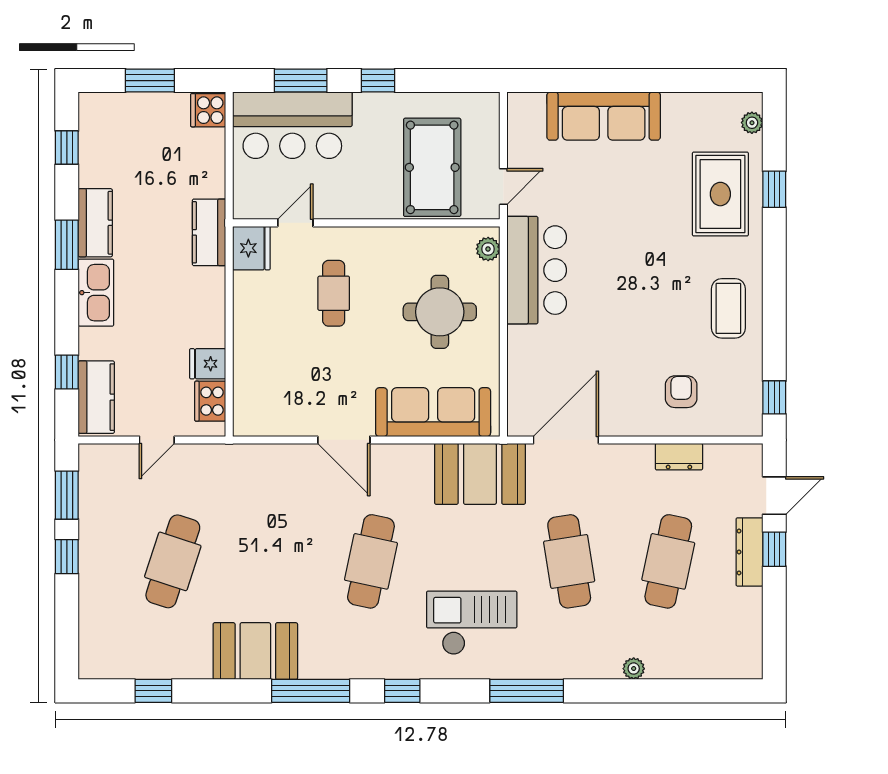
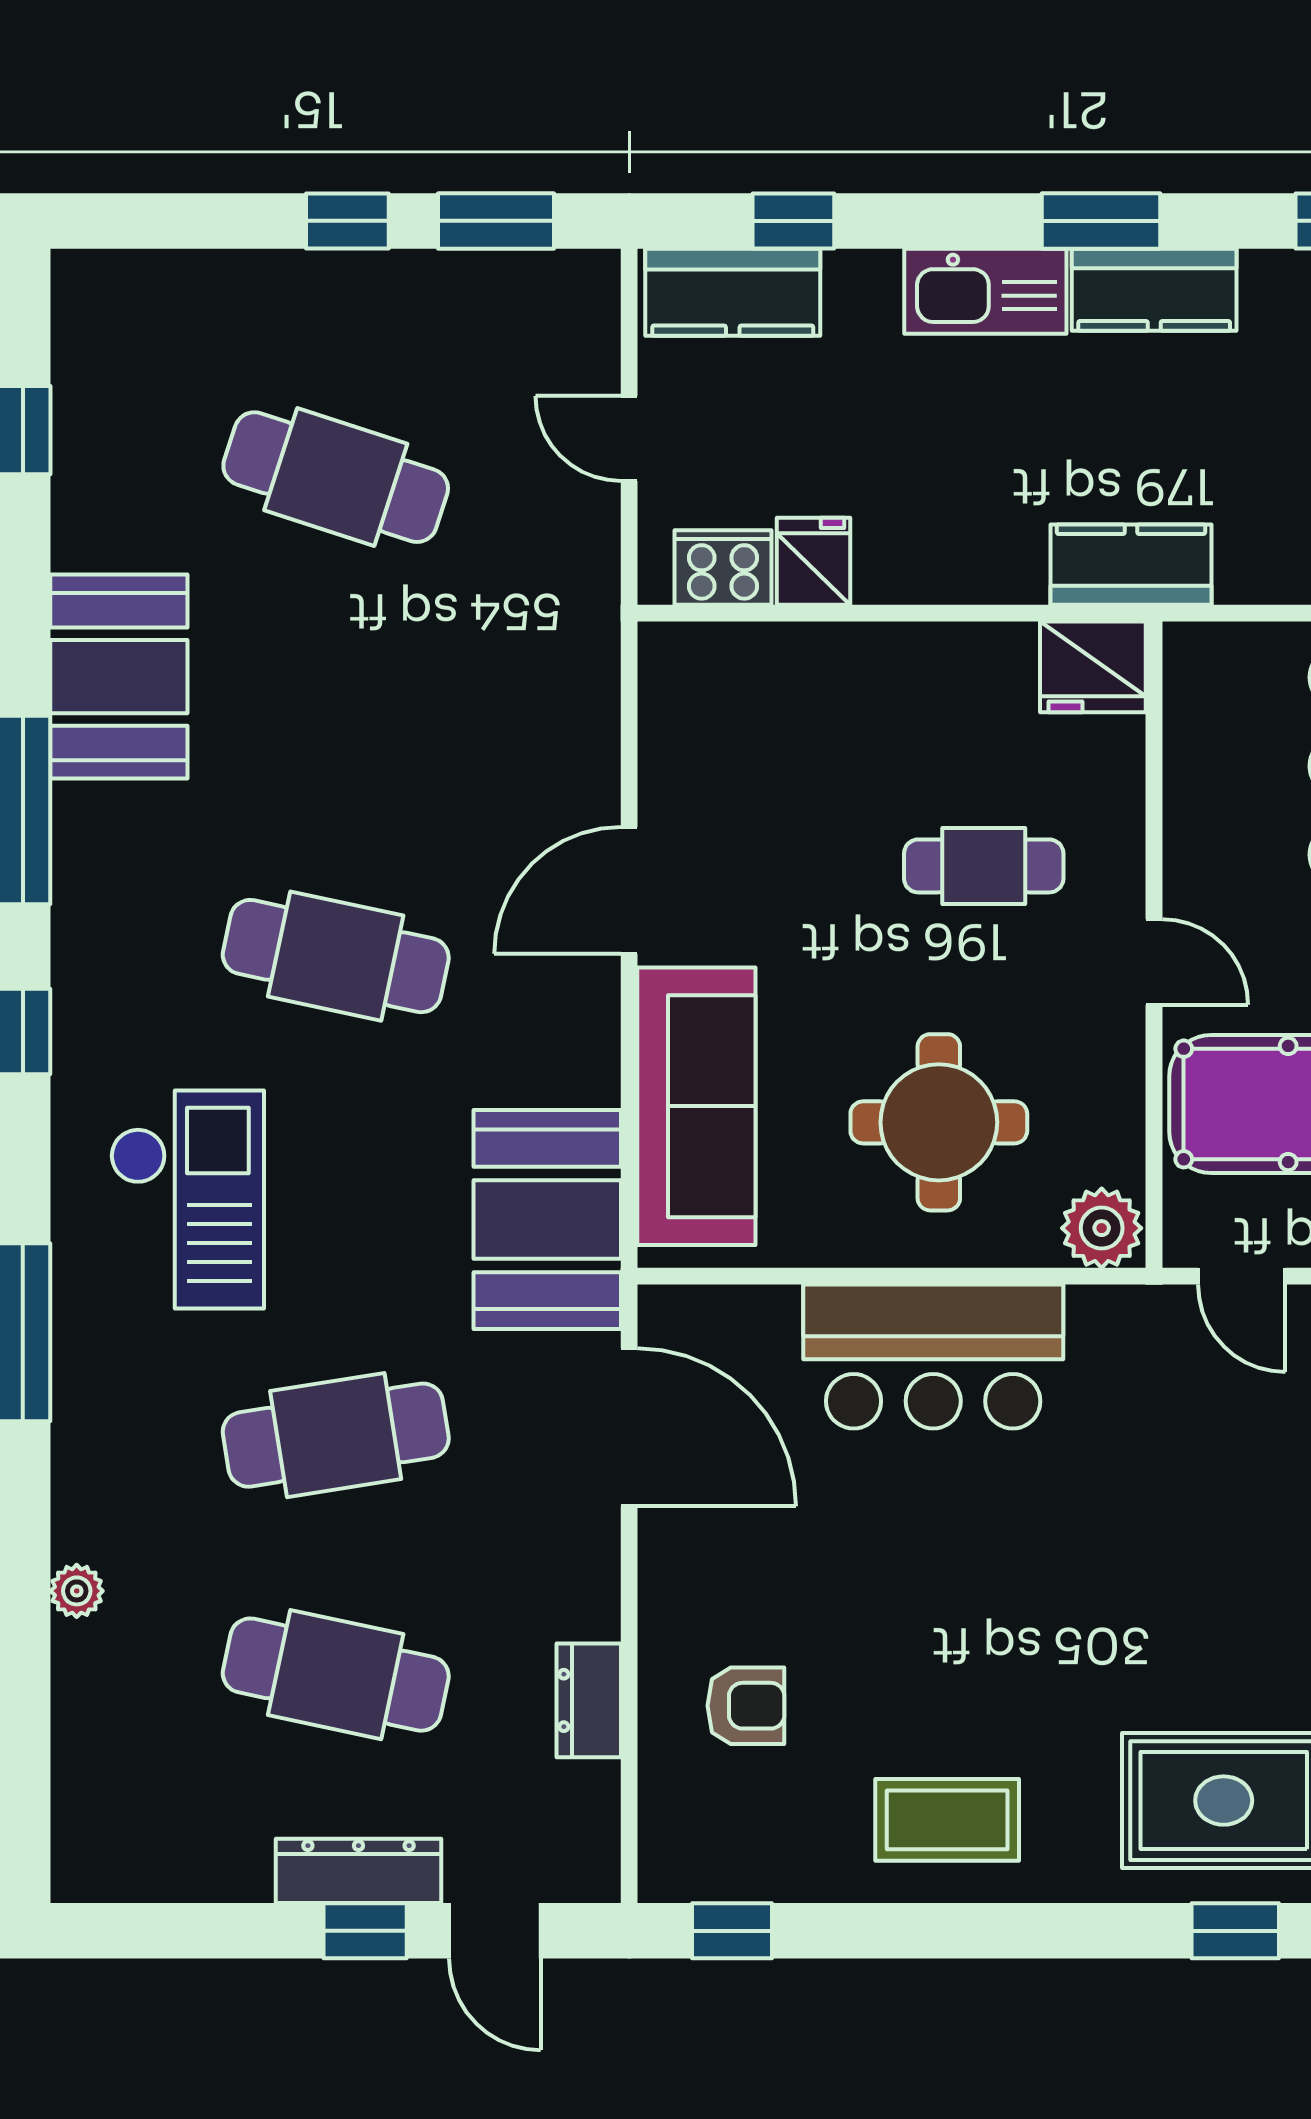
door: (295, 223) -> (1154, 962), moved
plant: (488, 249) -> (1102, 1228), width x1.38, depth x1.38
bar counter: (537, 270) -> (933, 1356), moved

